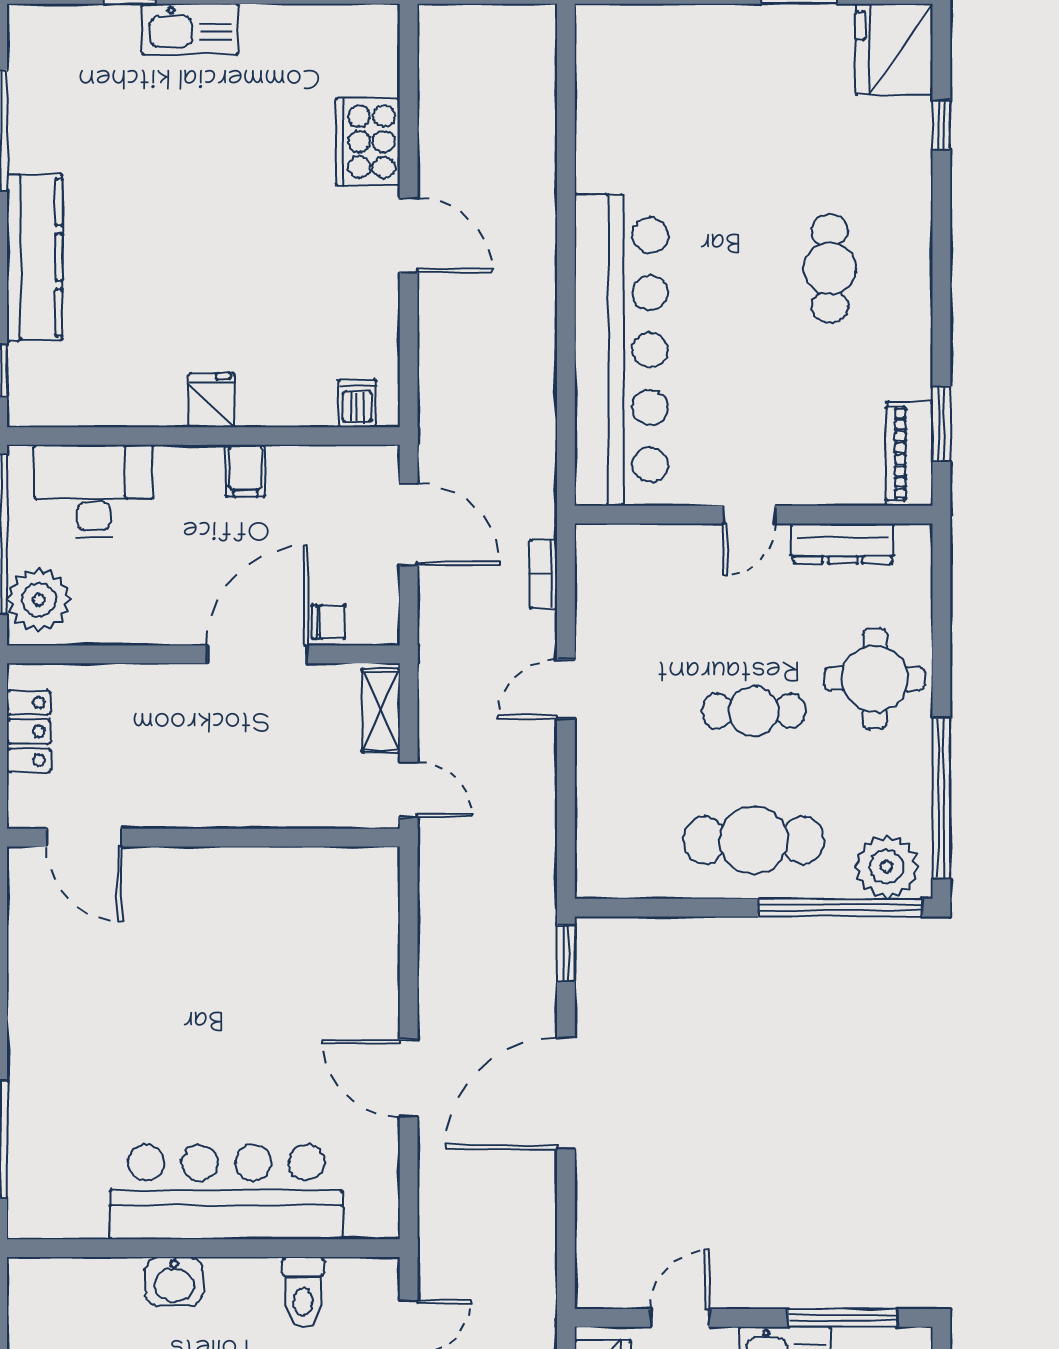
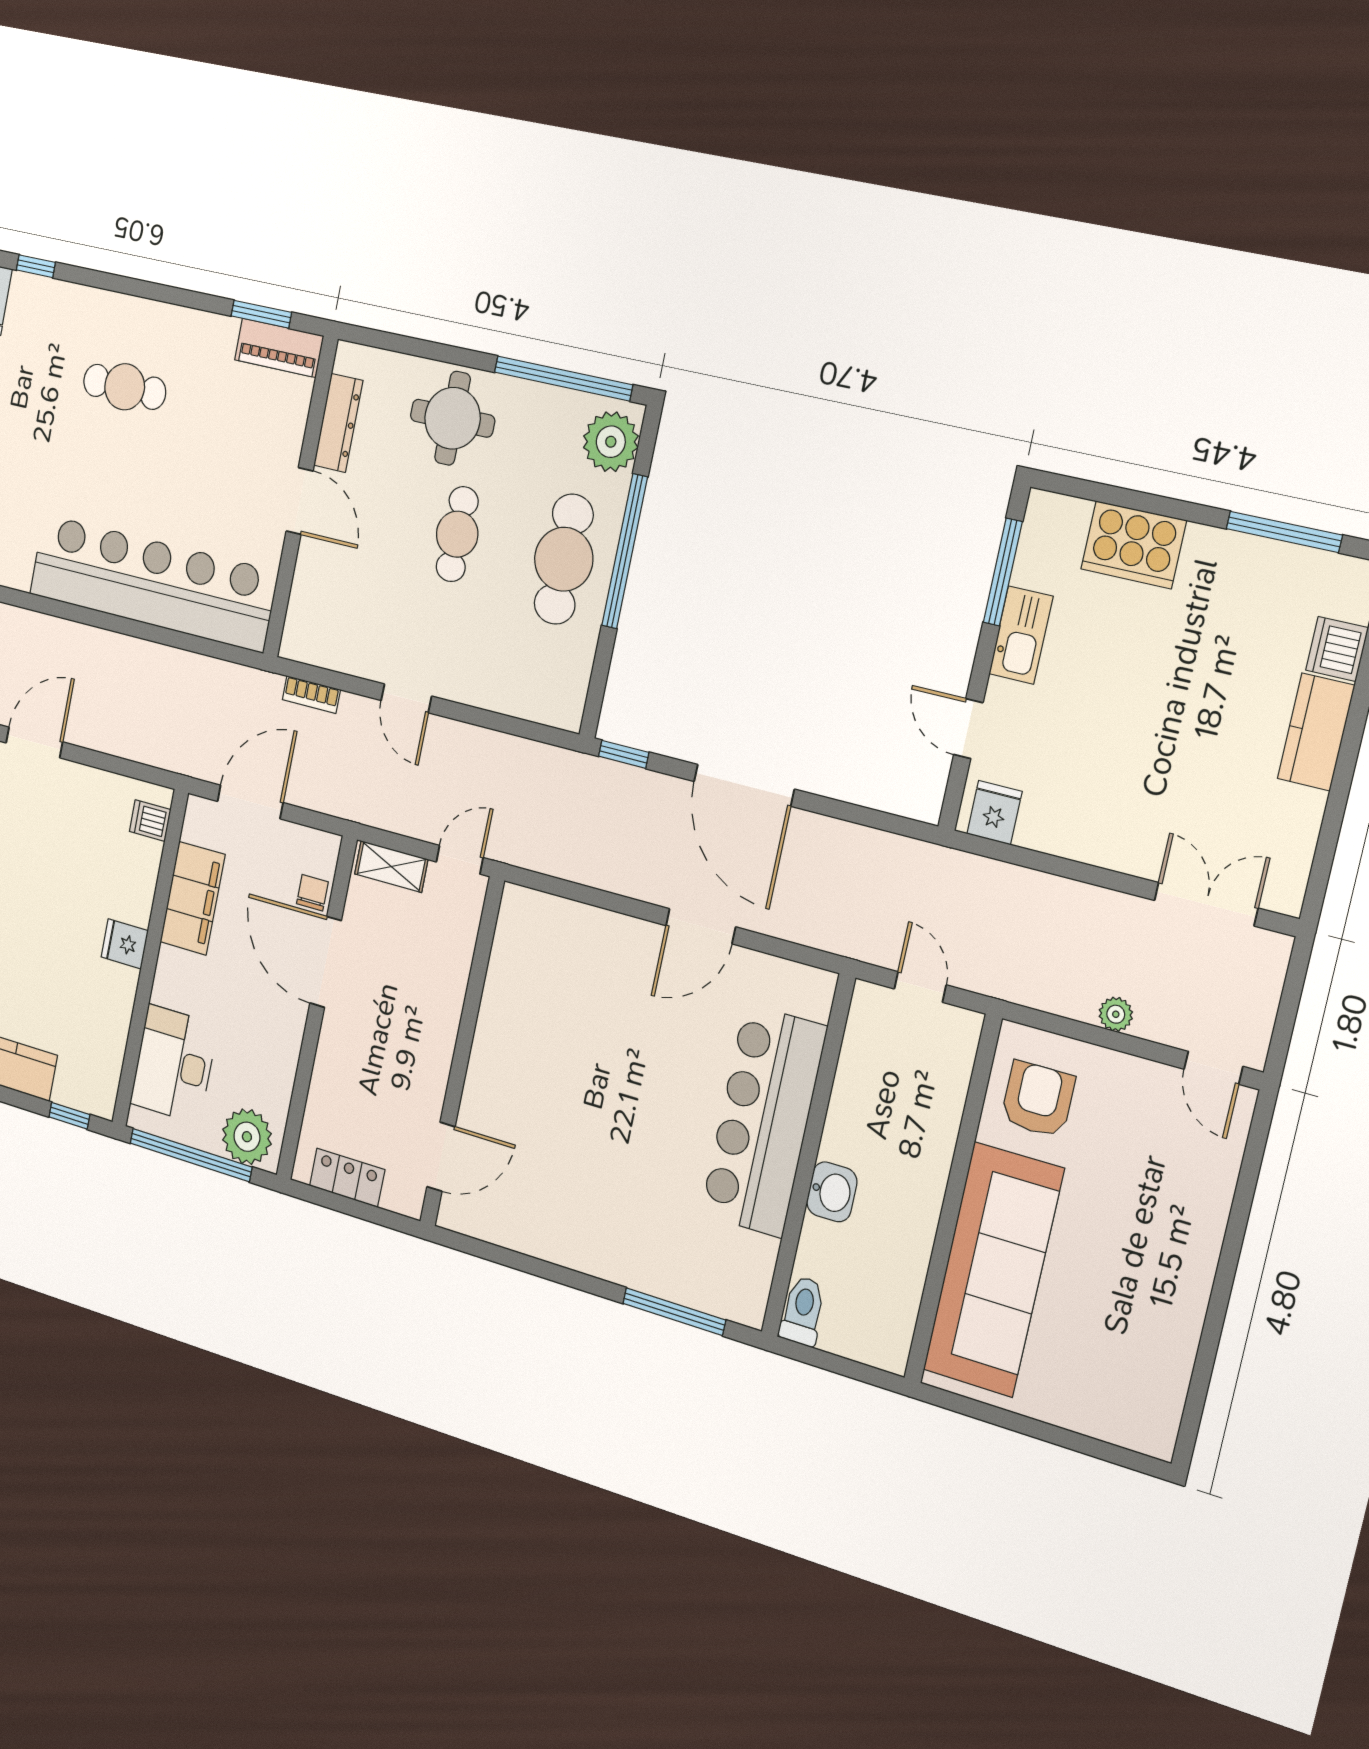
filing cabinet: (245, 471) -> (193, 898), width x3.00, depth x1.17
door: (749, 515) -> (300, 501), width x1.38
window: (840, 908) -> (625, 551), moved
toilet: (303, 1292) -> (803, 1311), moved, turned -90

